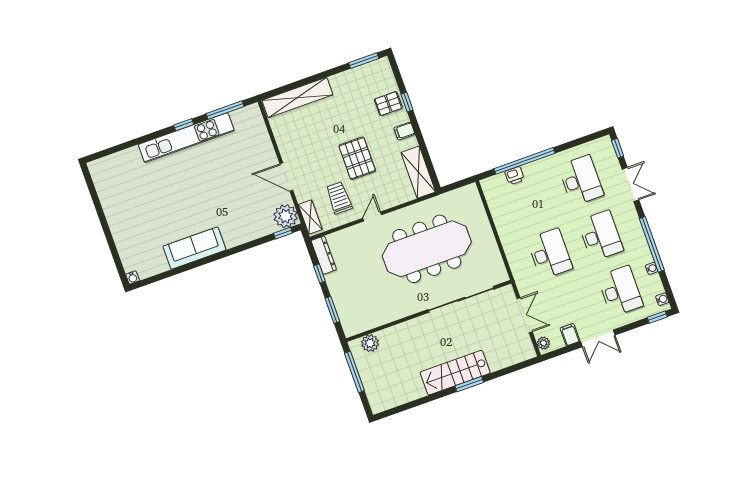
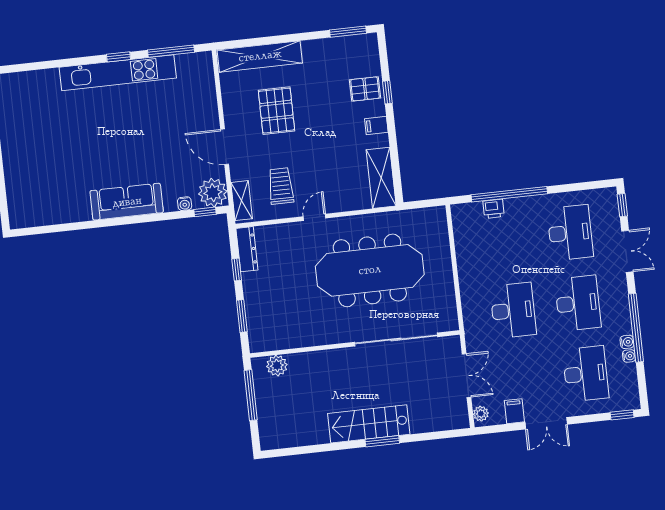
pallet: (357, 158) -> (276, 111), moved
sofa: (194, 248) -> (127, 202), moved
water cooler: (133, 277) -> (185, 204), moved
water cooler: (662, 299) -> (627, 342), moved

